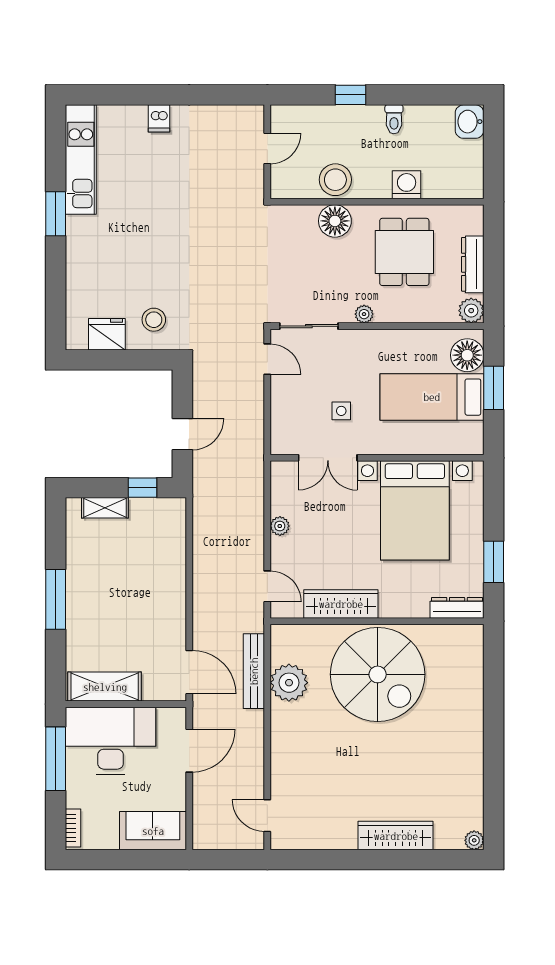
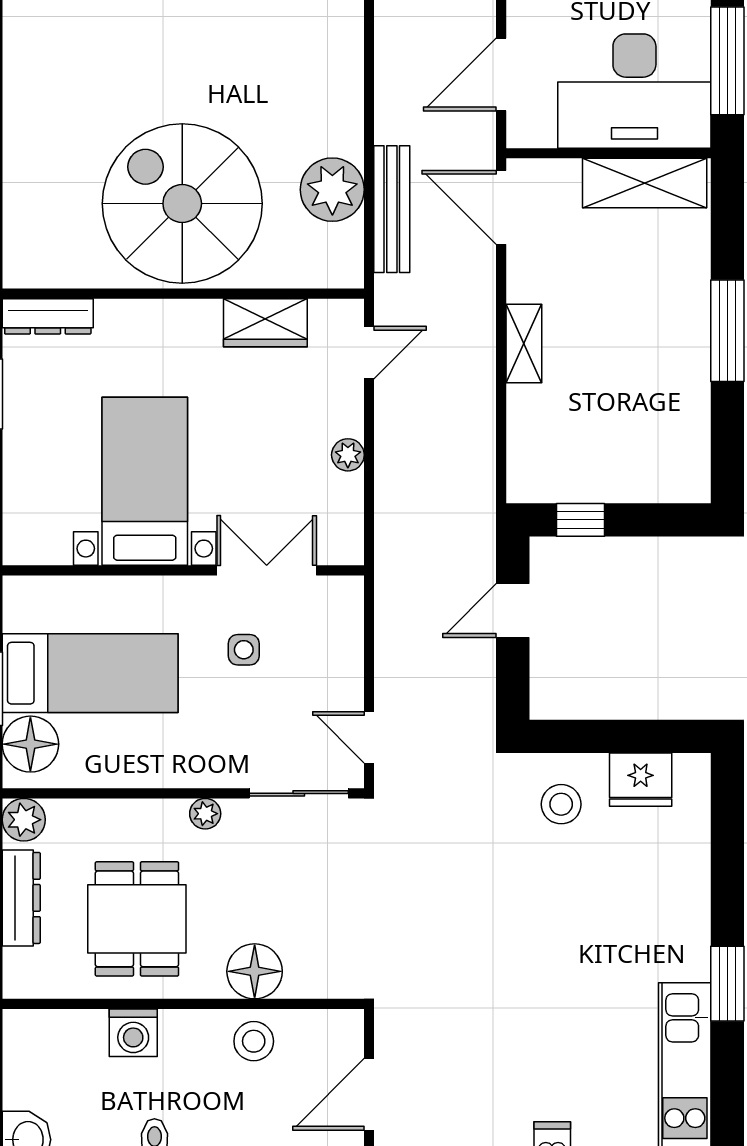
door: (267, 148) -> (369, 1094), width x1.38
stool: (335, 180) -> (254, 1041), width x0.73, depth x0.73
shelving: (105, 508) -> (524, 344), moved, turned 90
bed with nightstands: (415, 510) -> (145, 481), width x0.73
door: (267, 586) -> (369, 353), swing flipped
wardrobe: (341, 604) -> (265, 323), width x0.67

